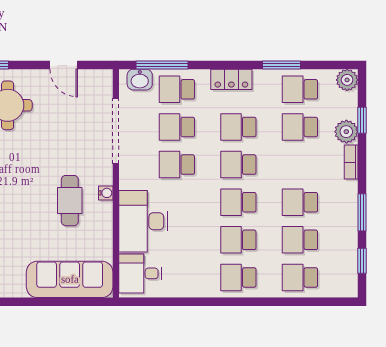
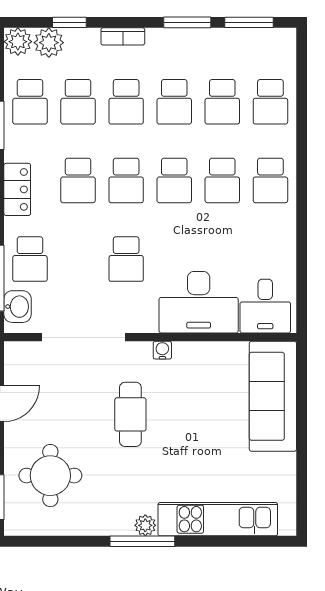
school desk: (177, 127) -> (126, 102), moved
plant: (346, 132) -> (49, 43), moved
cafe table: (70, 201) -> (130, 414), moved, turned 90
window: (362, 261) -> (249, 22), width x1.50

